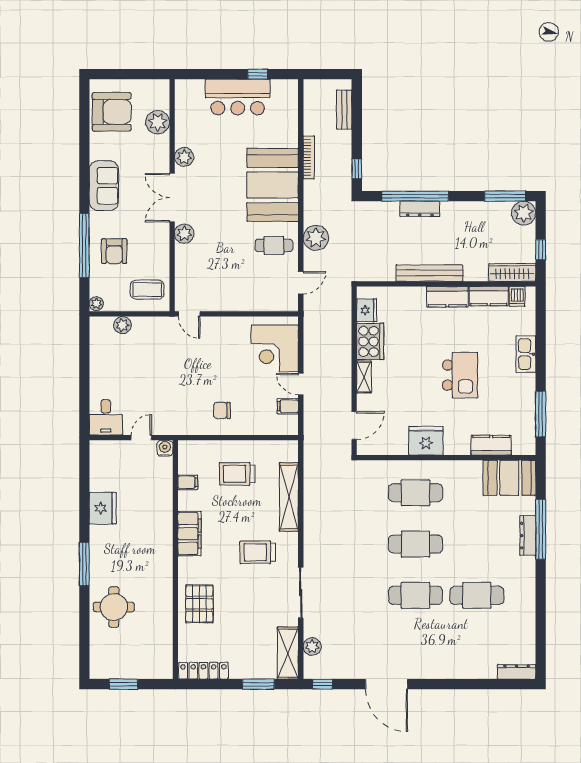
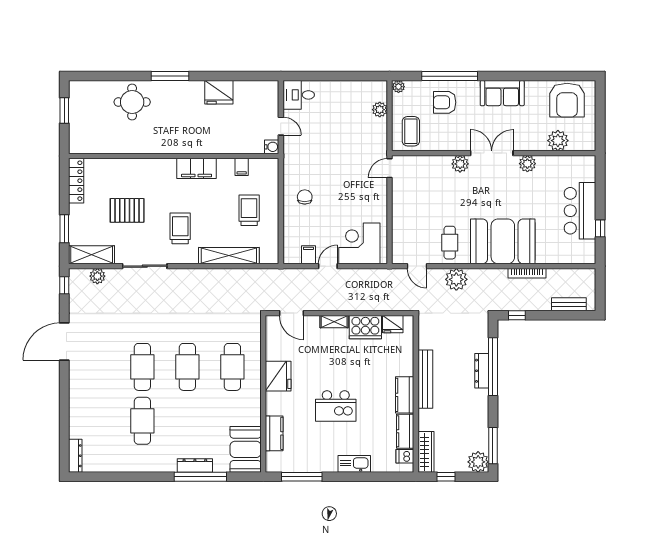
pallet: (199, 604) -> (127, 210), moved

